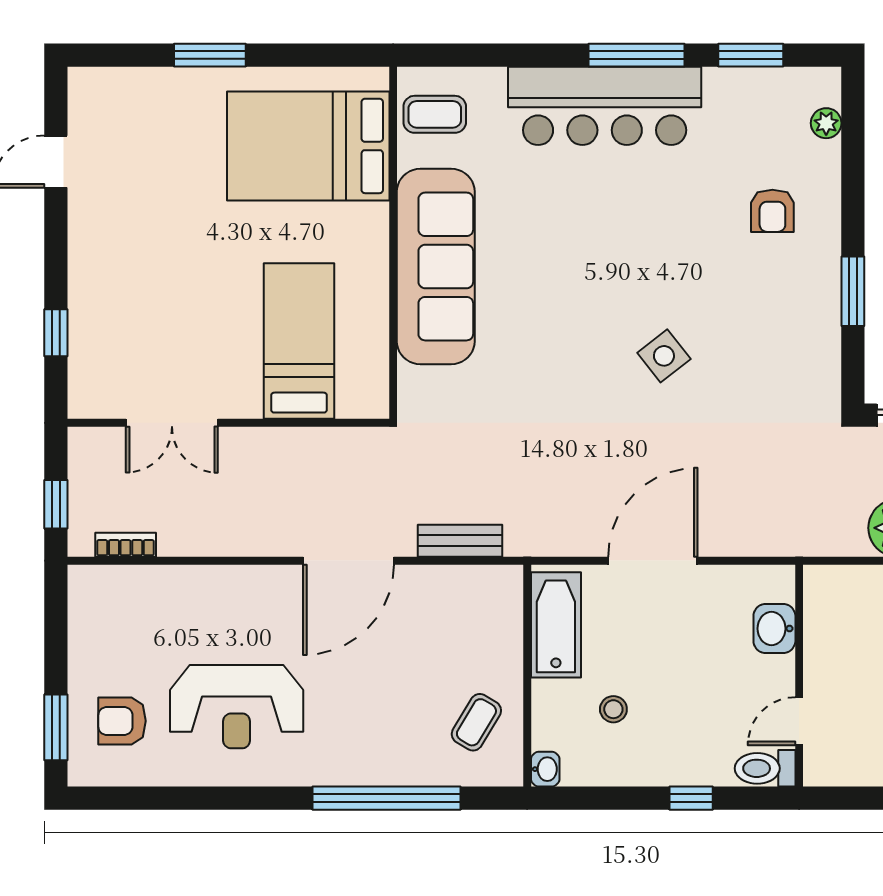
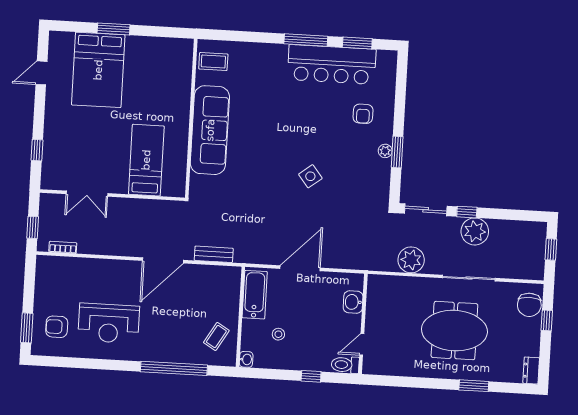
bar counter: (605, 106) -> (332, 64), moved
plant: (826, 123) -> (385, 151), moved
bed: (308, 146) -> (98, 70), moved, turned -90

